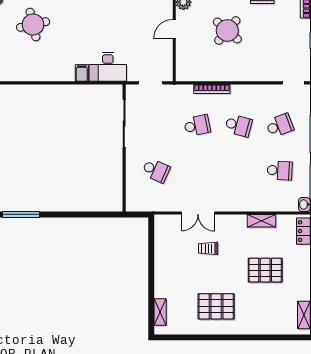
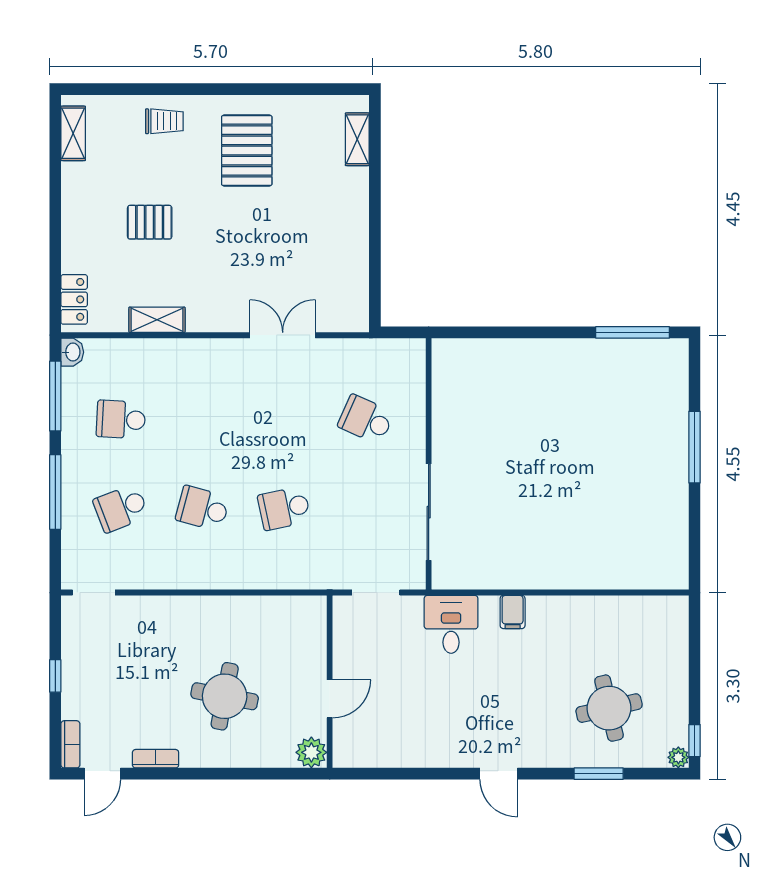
round table: (227, 30) -> (225, 696), turned -30
desk: (108, 67) -> (451, 624), width x0.73
bookcase: (212, 89) -> (255, 581), removed
trolley: (208, 248) -> (164, 121), moved
pallet: (265, 270) -> (150, 222), width x0.67, depth x0.71
pallet: (216, 306) -> (247, 151), turned 90

